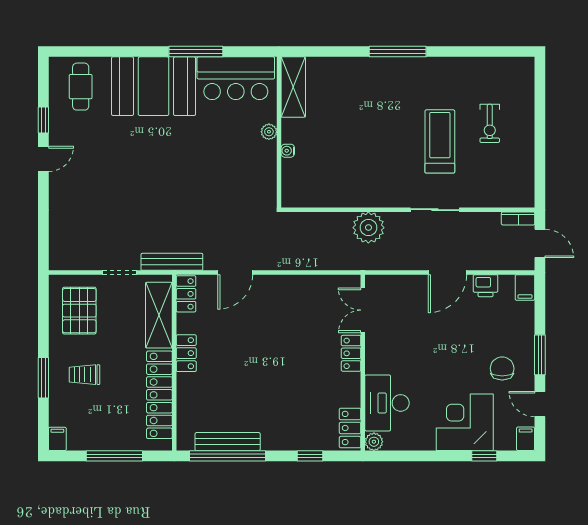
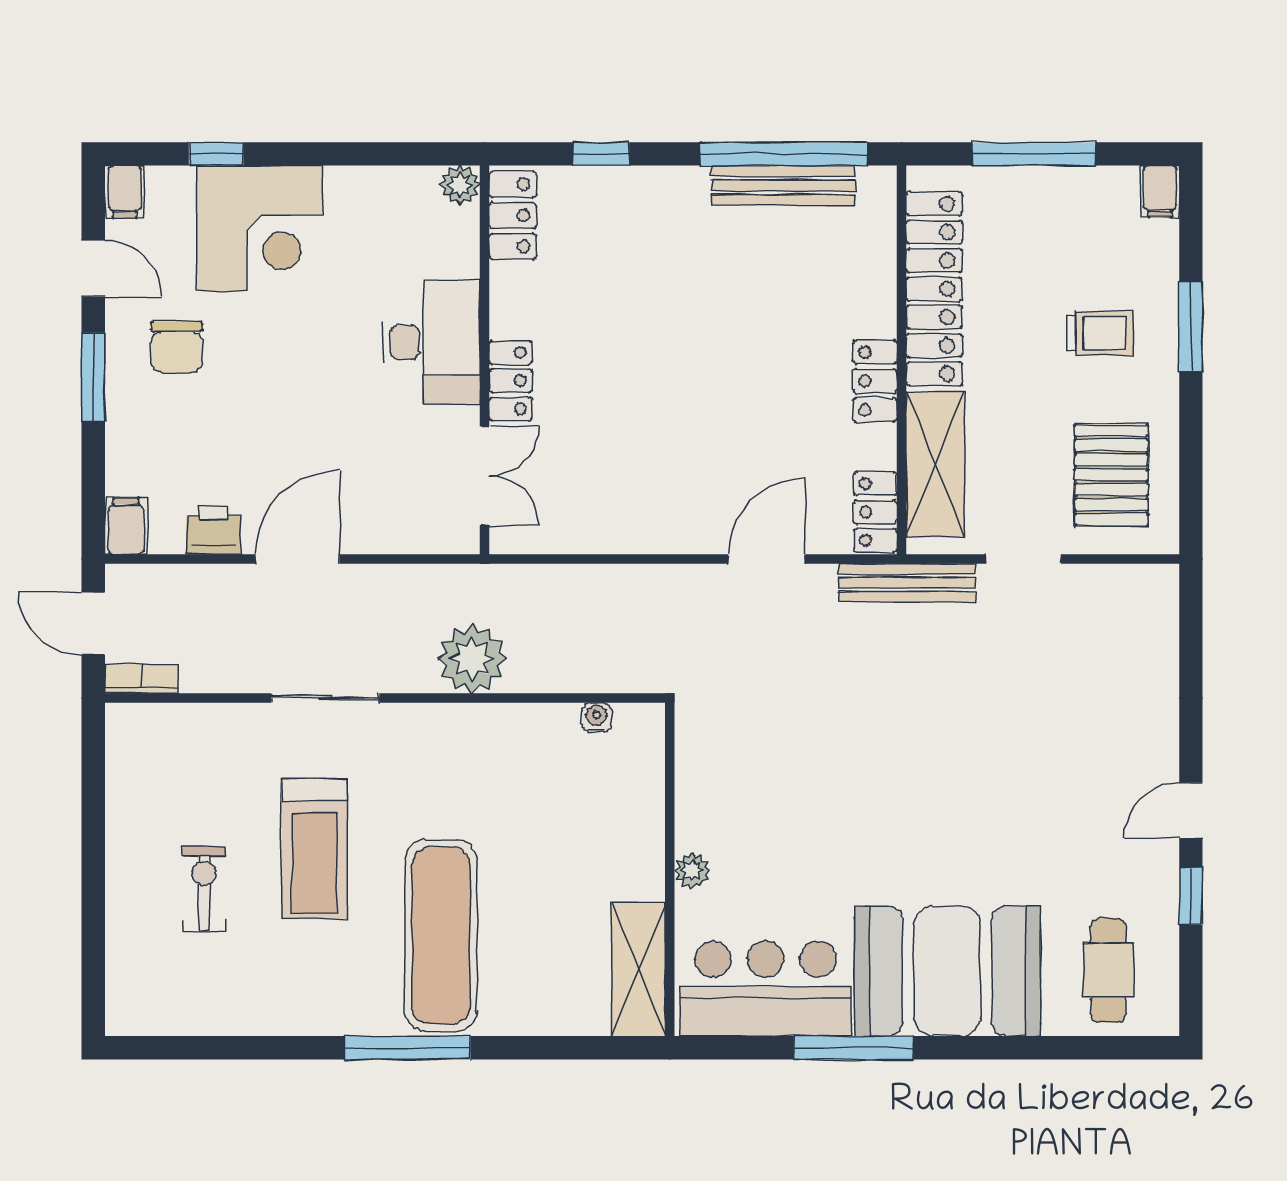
exercise mat: (383, 102) -> (441, 935), added
water cooler: (288, 151) -> (597, 717), moved, turned -90
desk: (387, 403) -> (431, 342), moved

